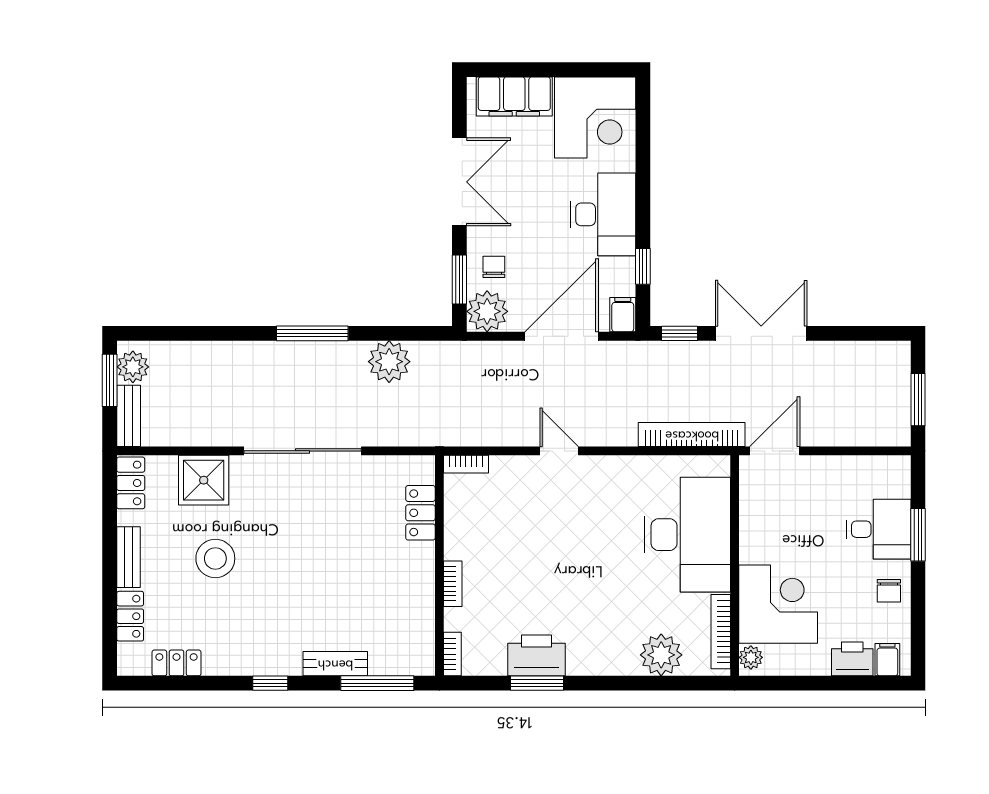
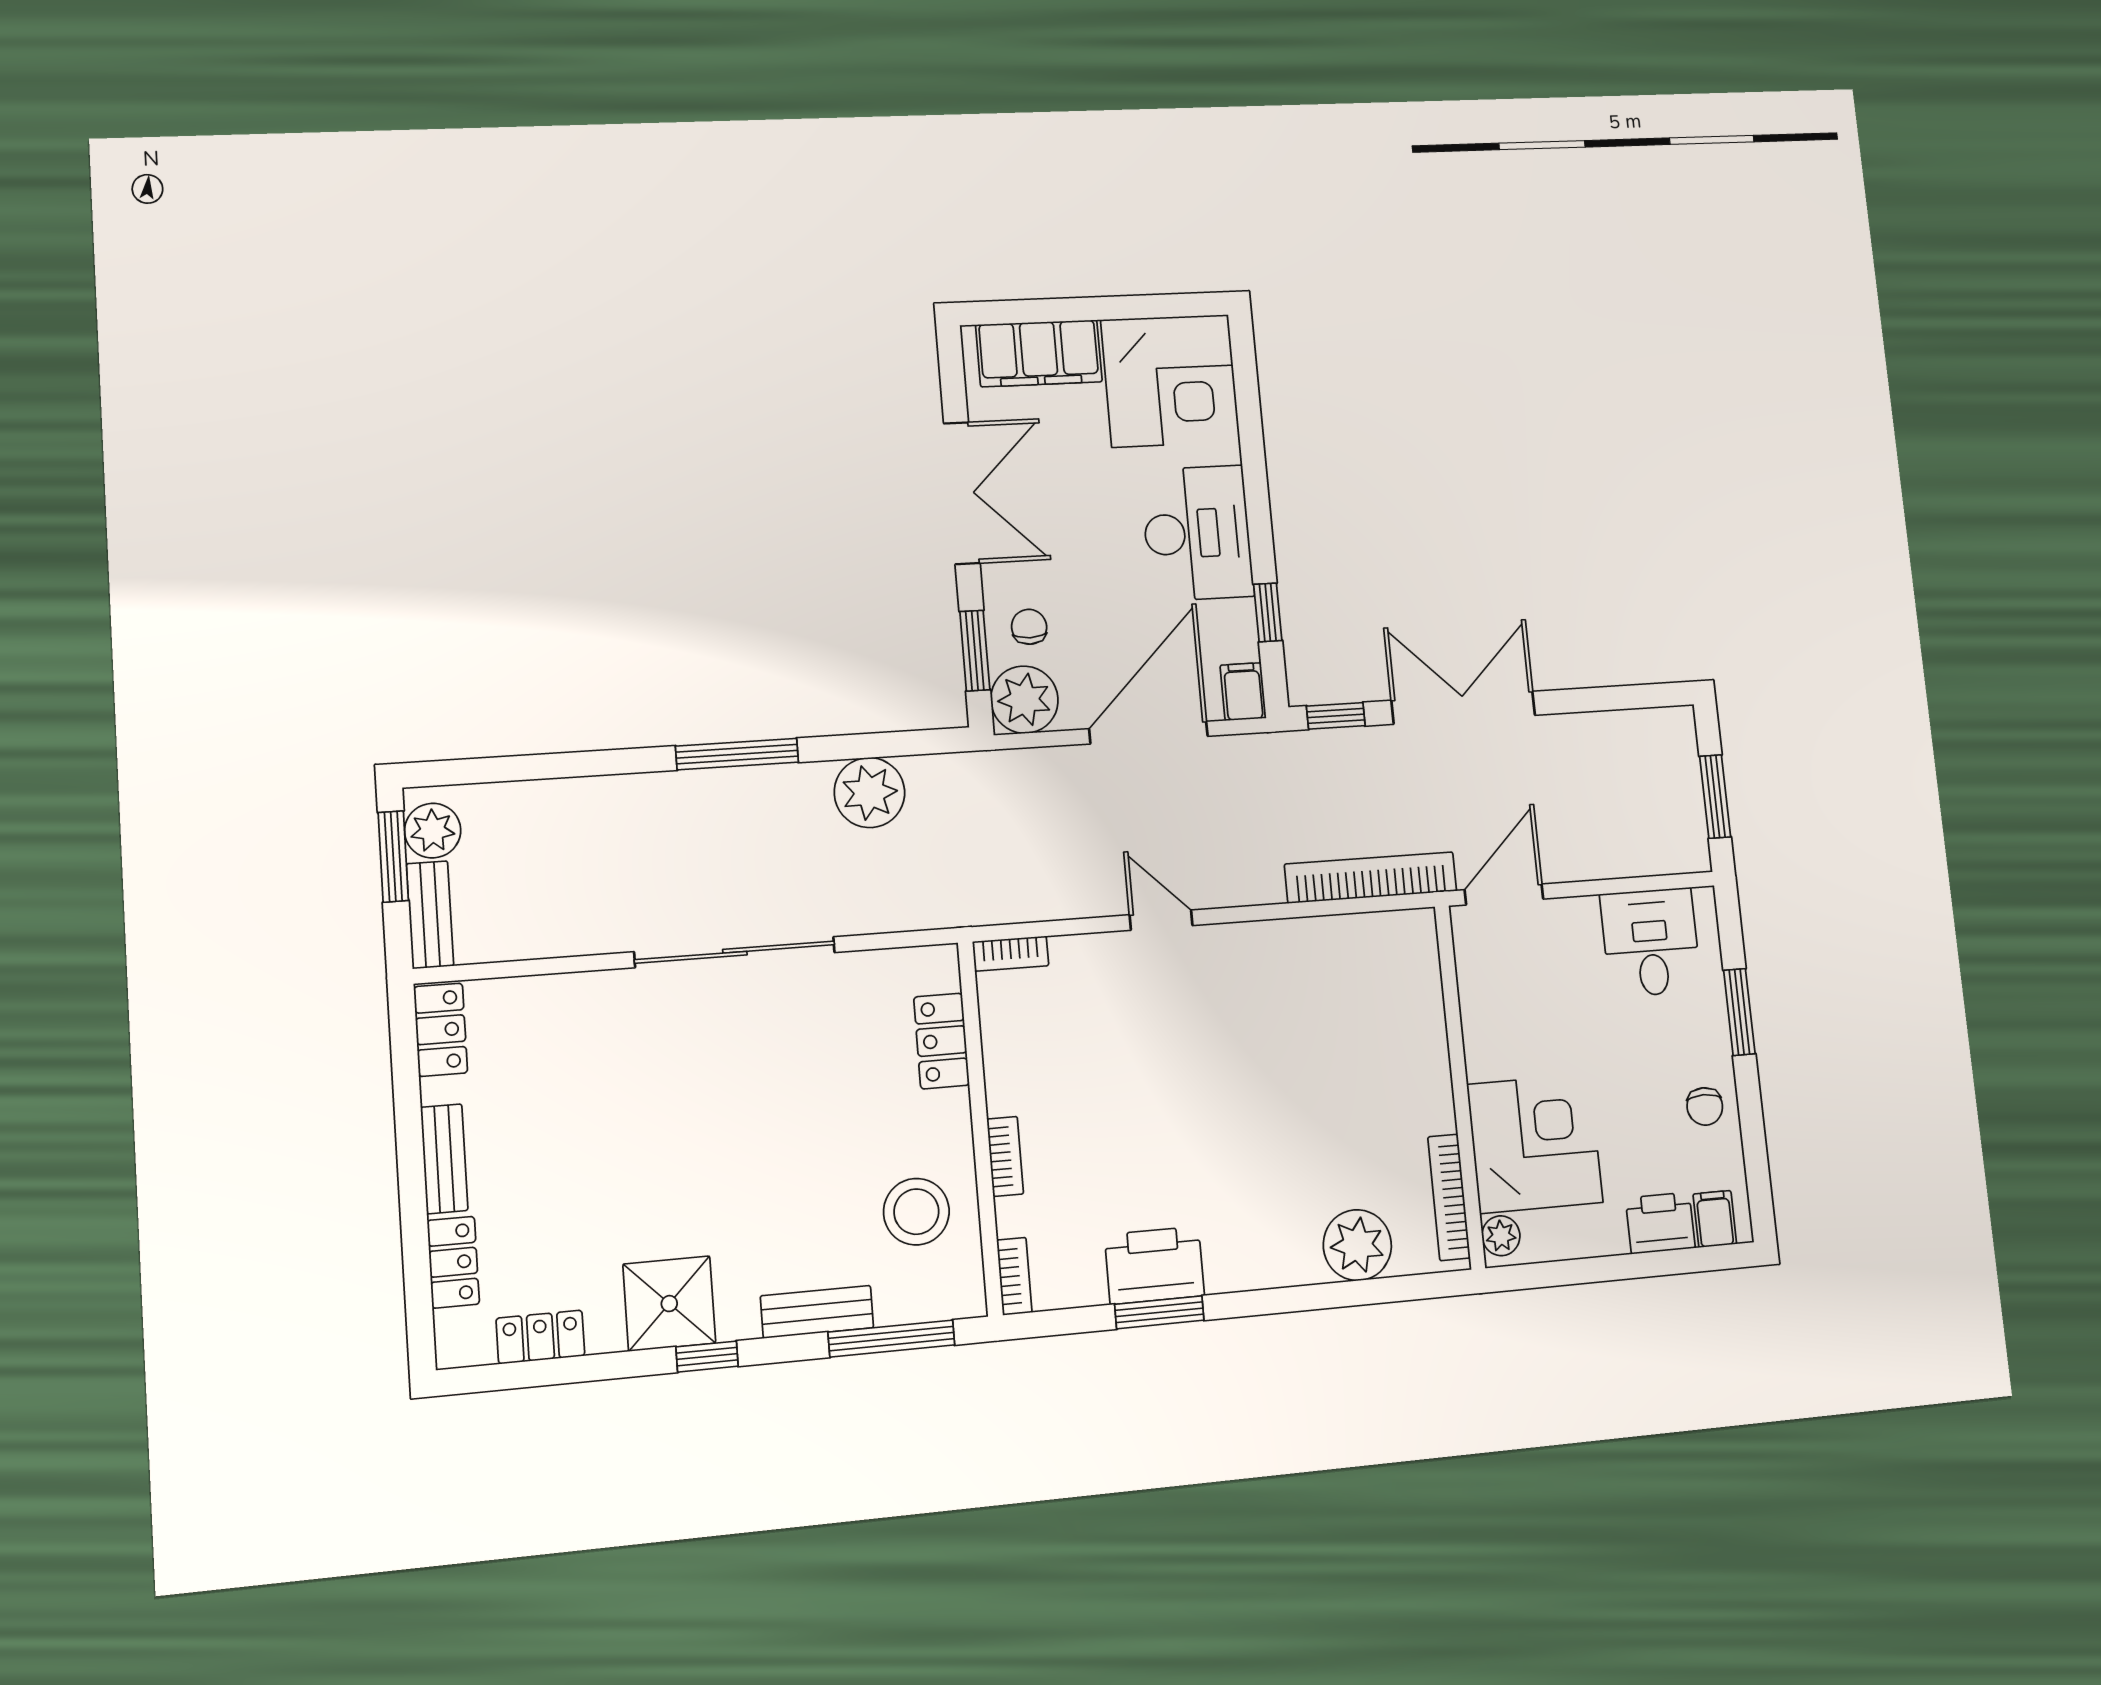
shower: (204, 480) -> (669, 1304), moved
desk: (879, 529) -> (1651, 942), moved, turned -90
desk: (687, 535) -> (1380, 1042), removed
stool: (215, 558) -> (916, 1212), moved

